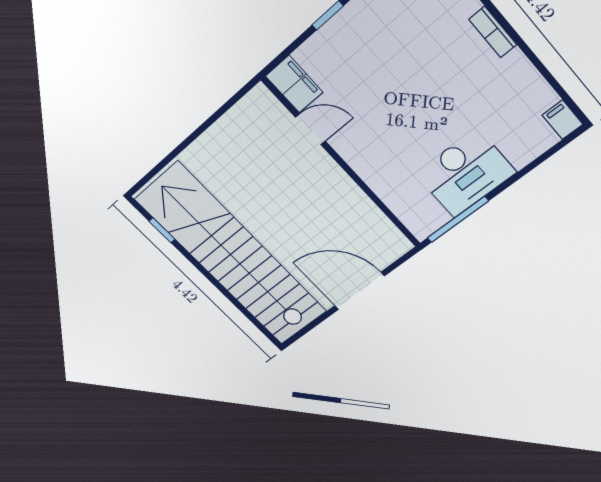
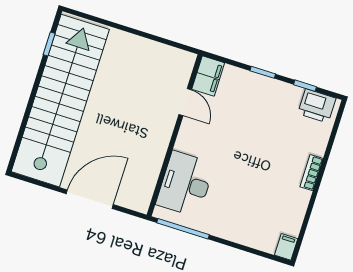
desk: (465, 173) -> (185, 184), moved, turned 90
door: (359, 291) -> (90, 199), hinge flipped

